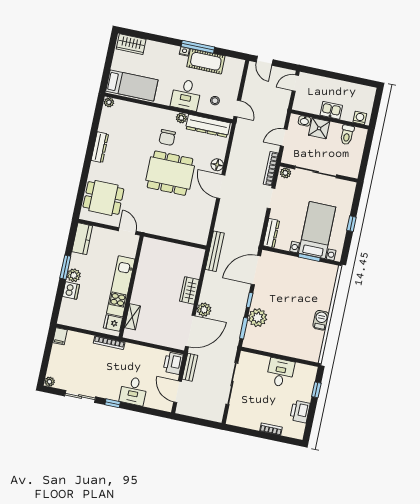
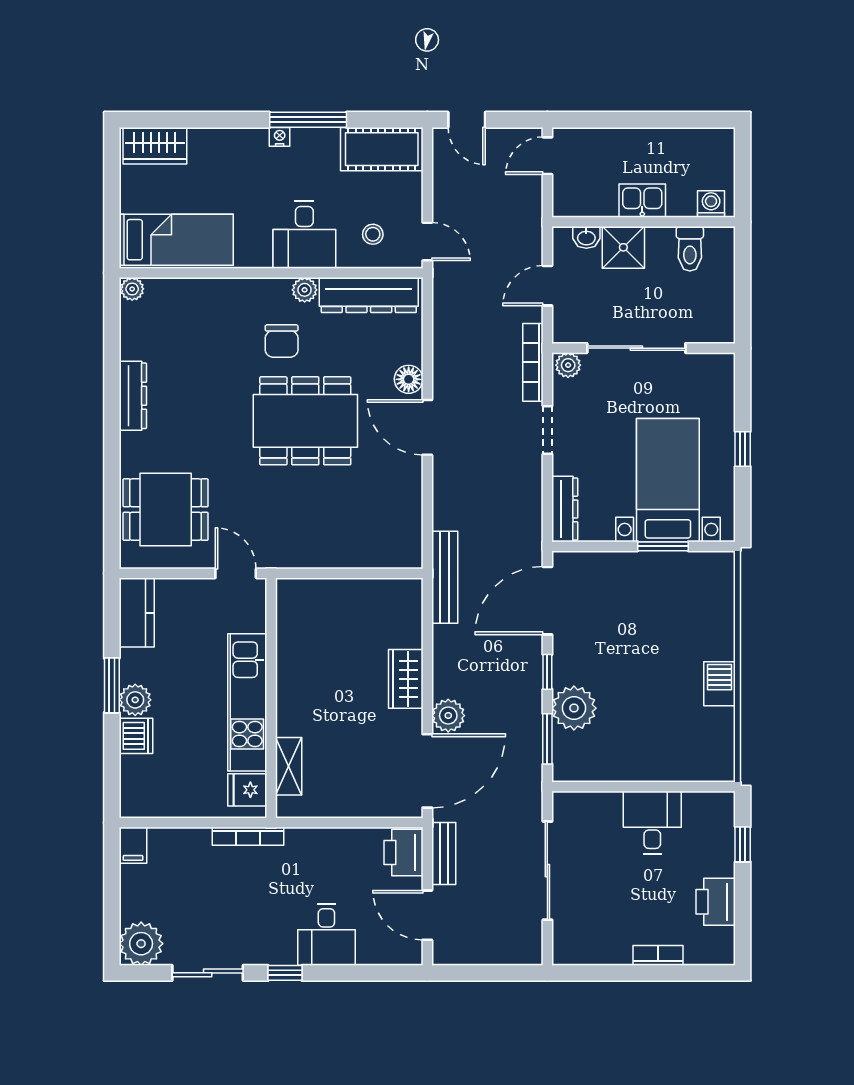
cot: (206, 61) -> (382, 149), moved
plant: (50, 382) -> (141, 944), width x1.87, depth x1.87

